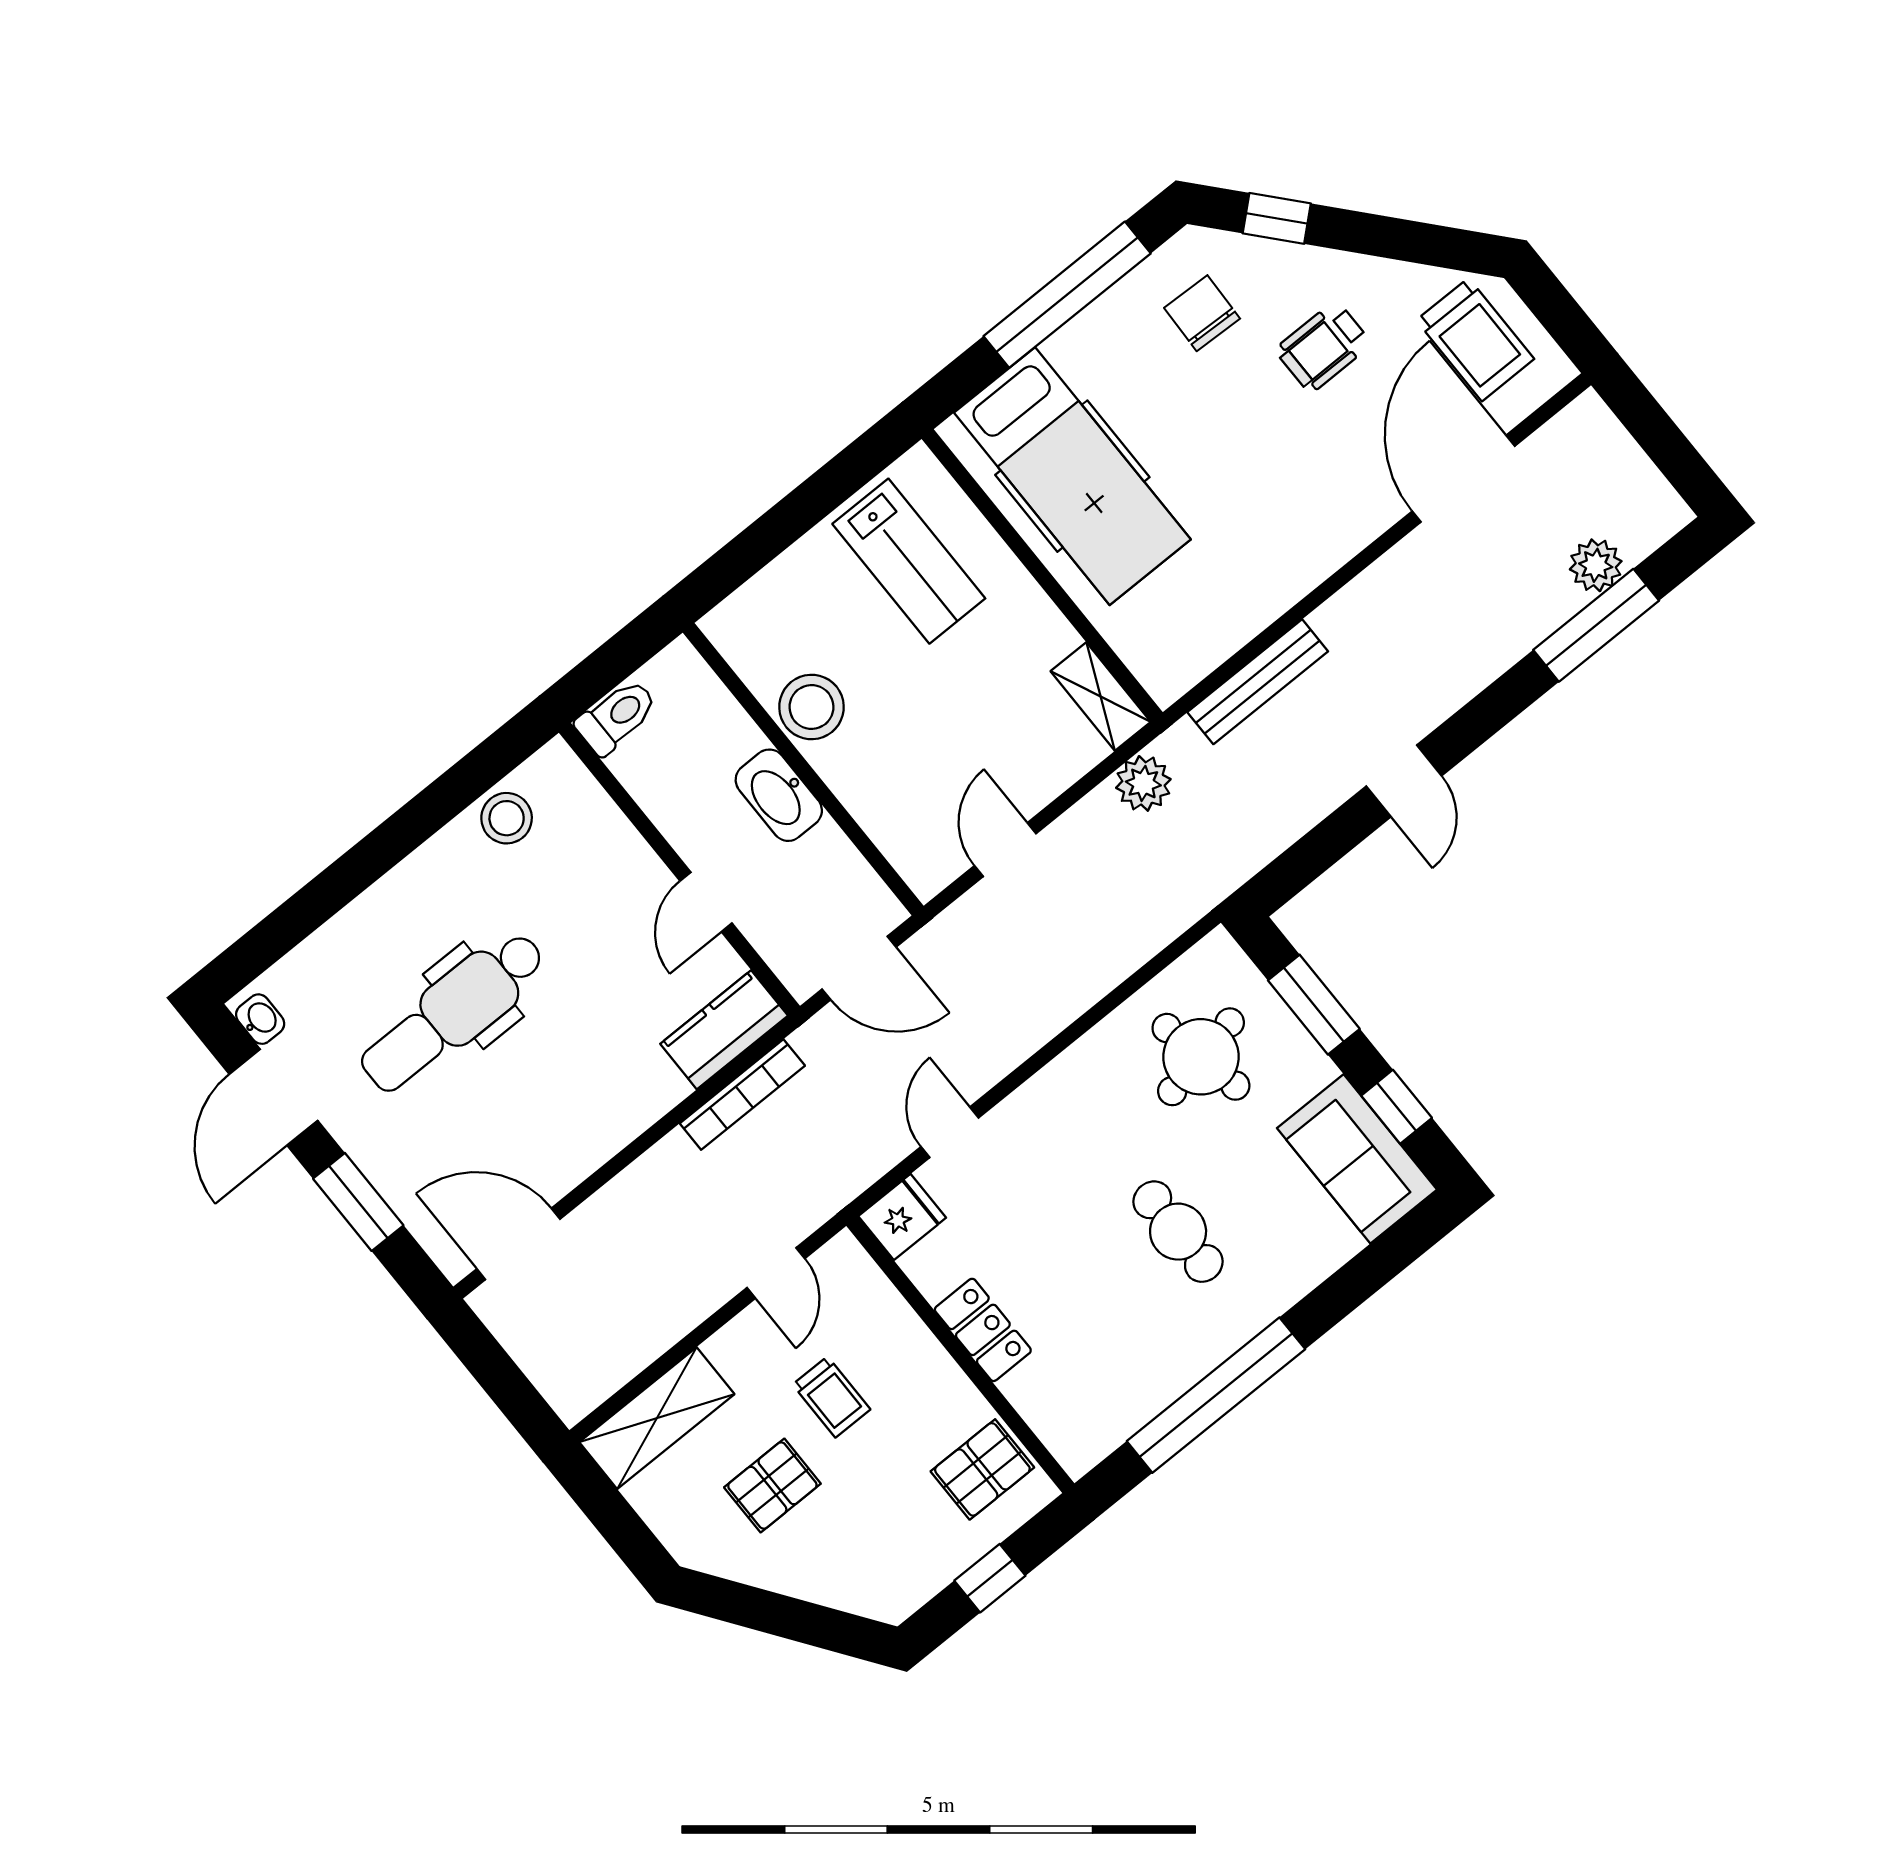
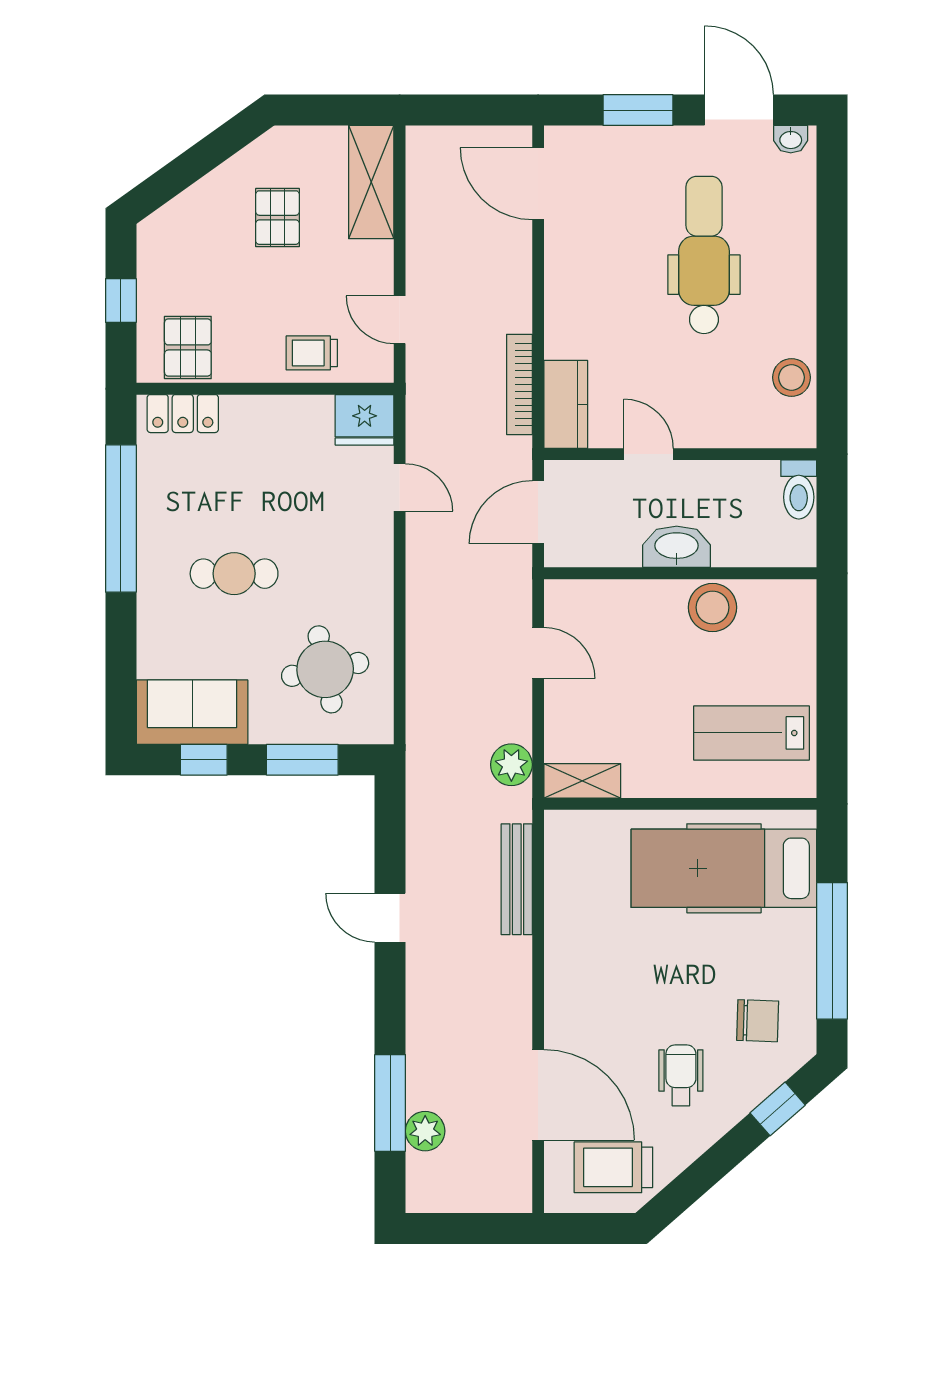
fridge: (902, 1217) -> (365, 420), width x1.38
door: (518, 1244) -> (538, 184), swing flipped
locker: (983, 1330) -> (183, 414), moved
trolley: (831, 1397) -> (312, 353), moved

